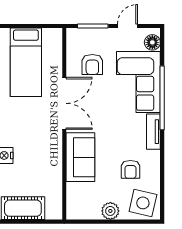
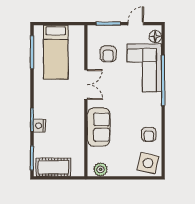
double door: (64, 103) -> (86, 85), width x0.73
tv unit: (153, 132) -> (156, 107), removed
armchair: (130, 169) -> (149, 134), moved
plant: (110, 211) -> (101, 169), moved

